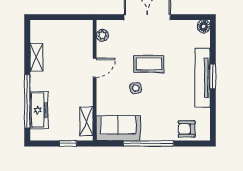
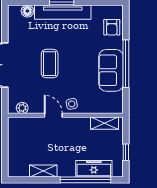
floor lamp: (204, 26) -> (27, 11), moved
side table: (136, 88) -> (72, 104), moved
sofa: (118, 128) -> (111, 70), moved
window: (68, 144) -> (126, 152), moved

